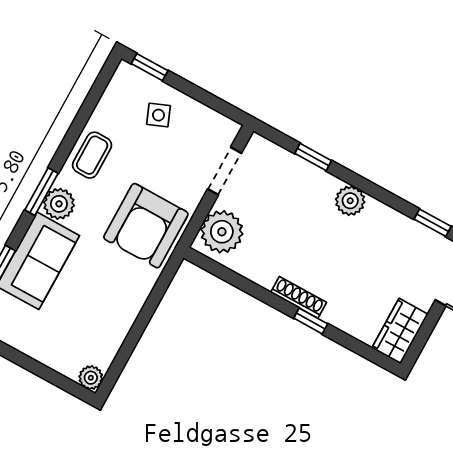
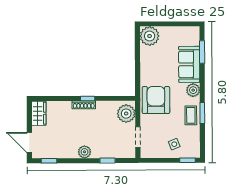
window: (41, 192) -> (202, 113), moved
window: (311, 321) -> (88, 98), moved
plant: (91, 378) -> (150, 36), width x1.88, depth x1.88

